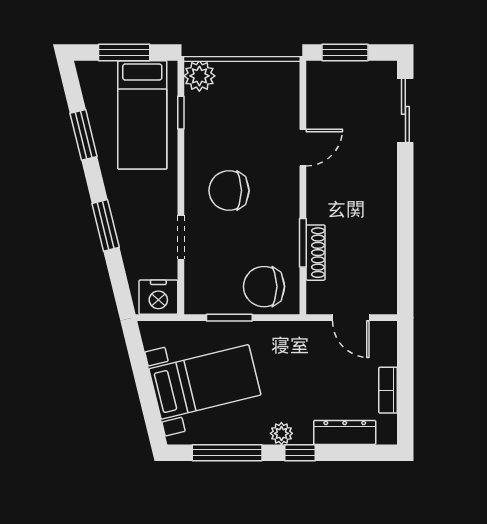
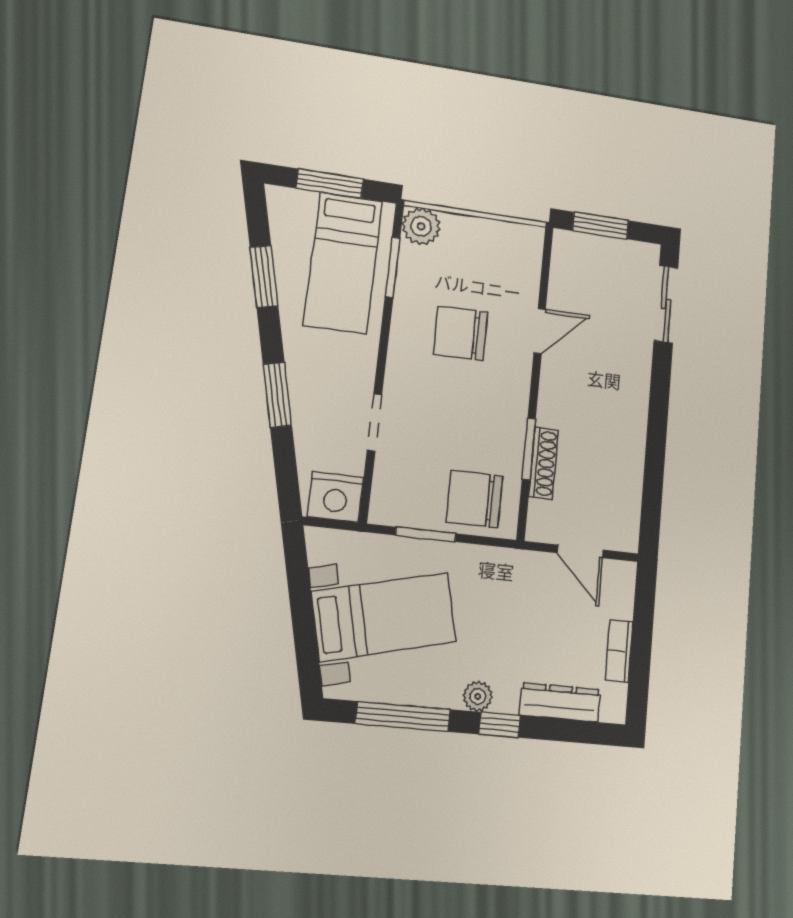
window: (181, 113) -> (393, 267), width x1.50
chair: (229, 191) -> (461, 333), moved

